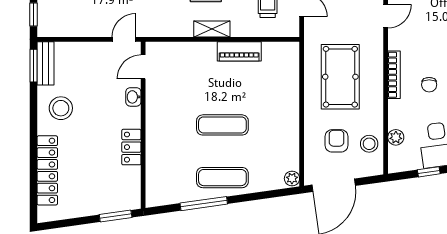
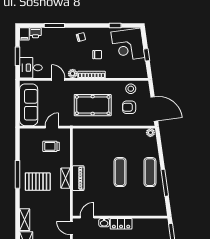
piano: (239, 51) -> (78, 178), moved
door: (143, 67) -> (87, 217), swing flipped
plant: (396, 137) -> (73, 74), moved
locker: (131, 147) -> (121, 224), moved

